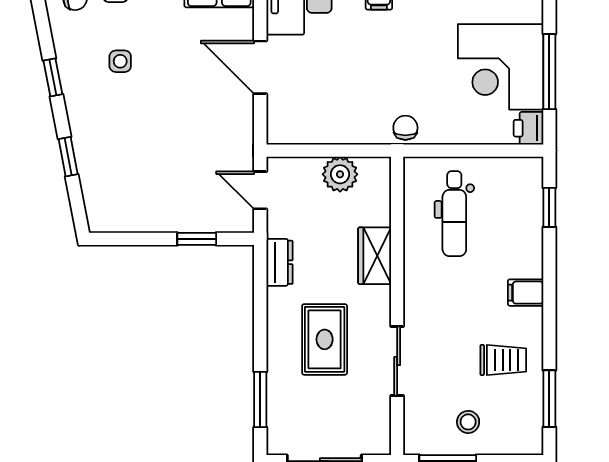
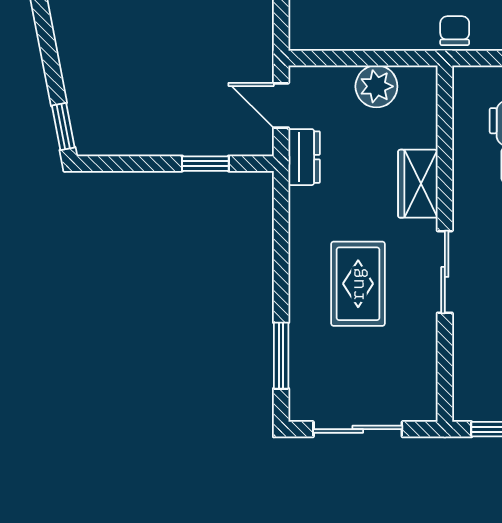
window: (68, 157) -> (63, 127), moved
dresser: (279, 262) -> (304, 157), moved
sliding door: (397, 361) -> (445, 272), moved

